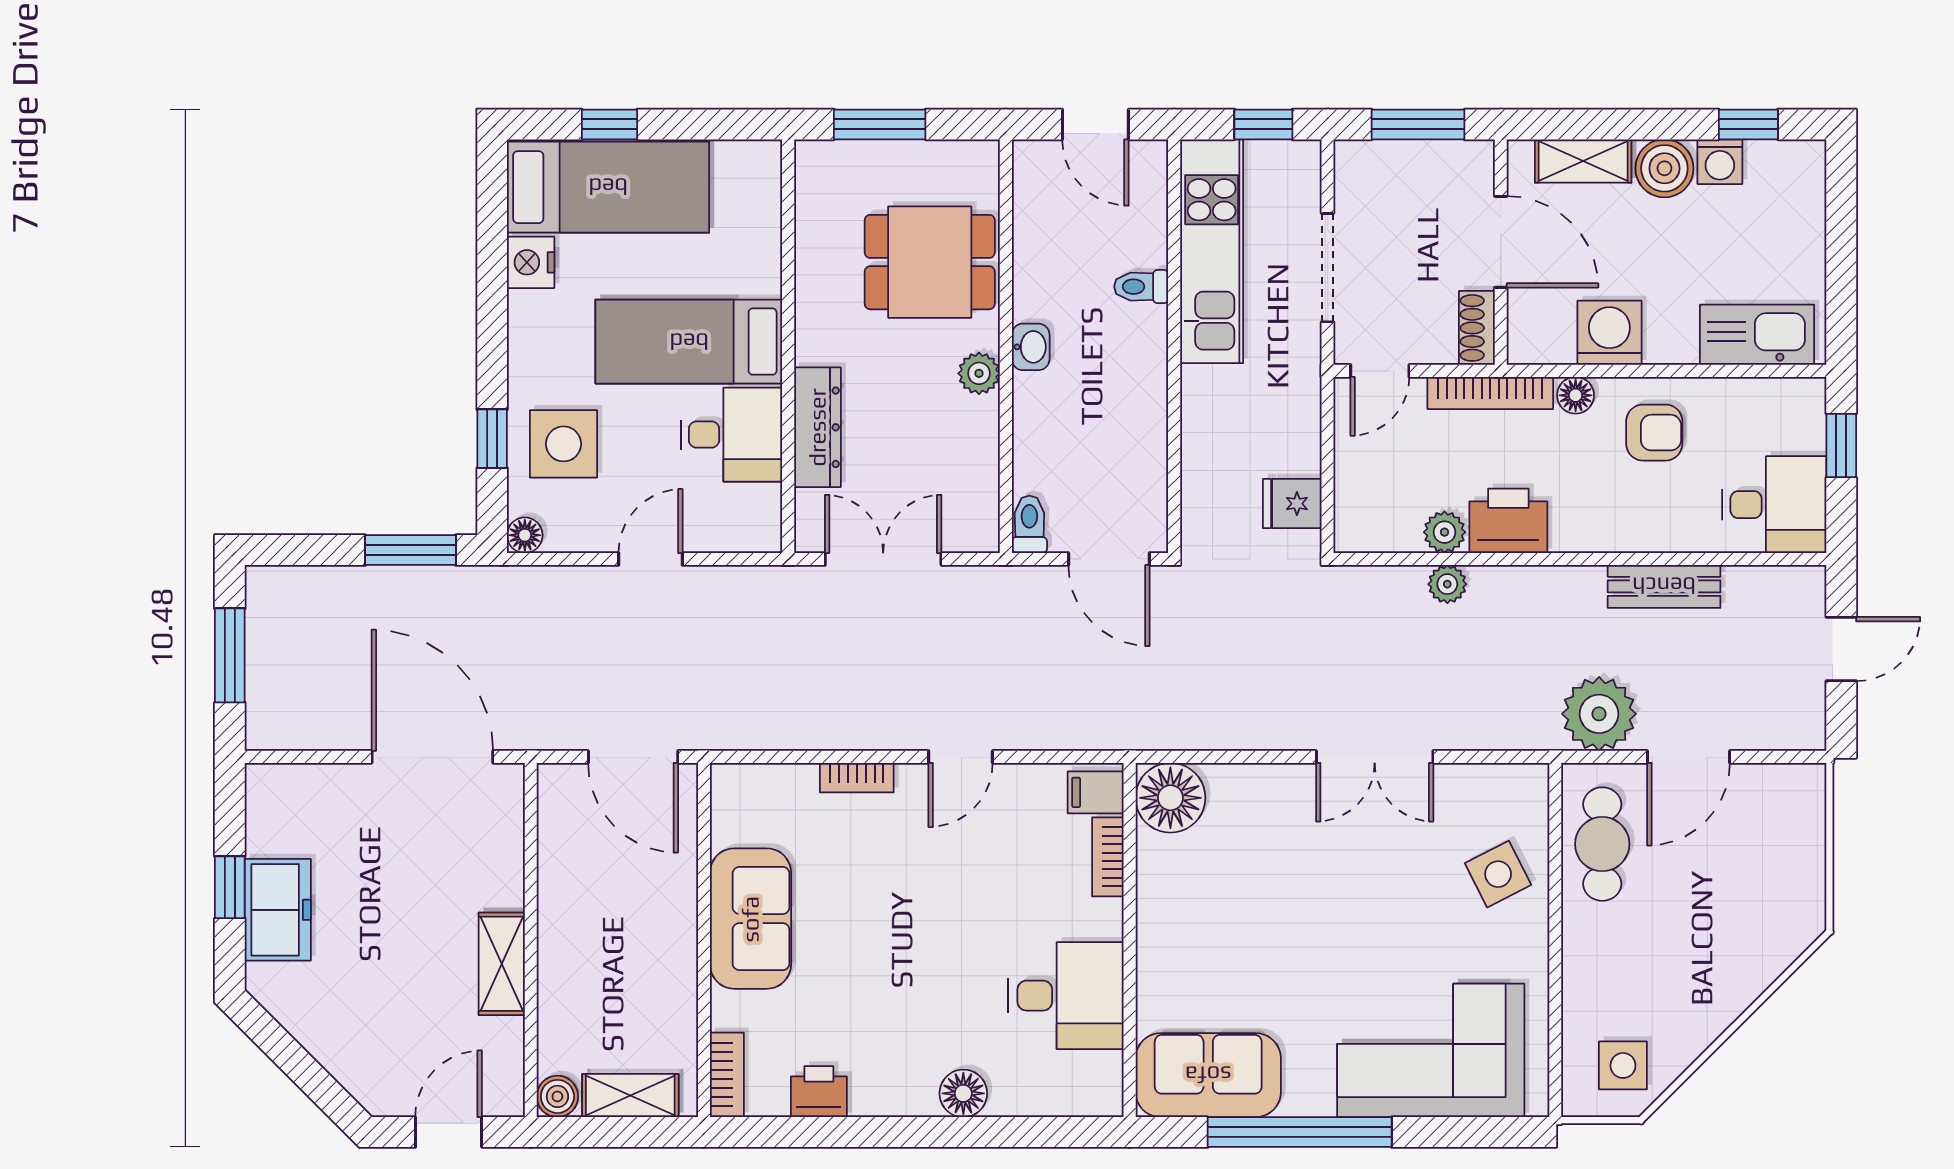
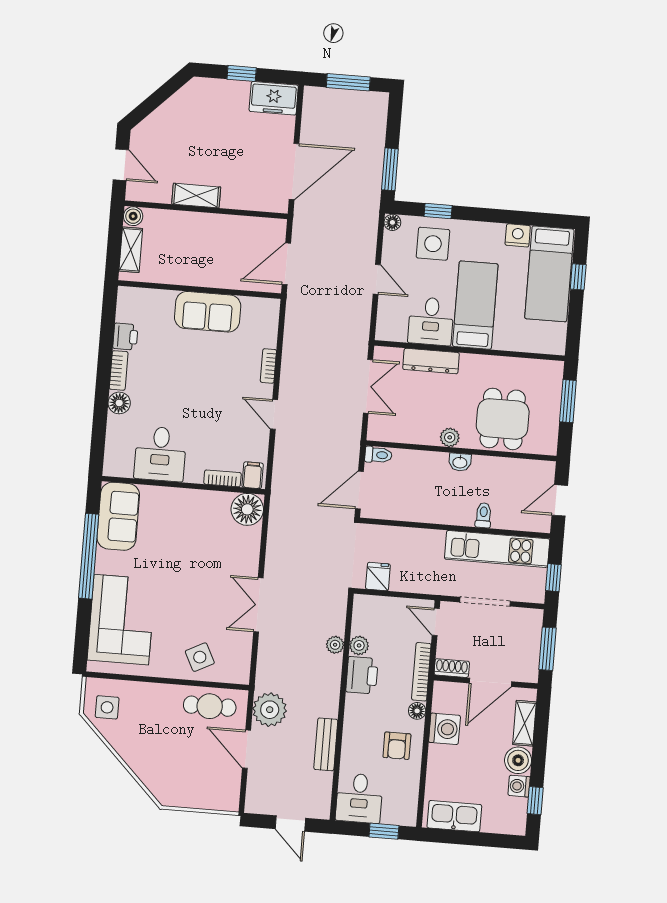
kitchen sink: (1757, 335) -> (454, 816), moved, turned -90
freezer: (278, 910) -> (274, 98), moved
bookcase: (727, 1075) -> (119, 370), moved, turned -90

